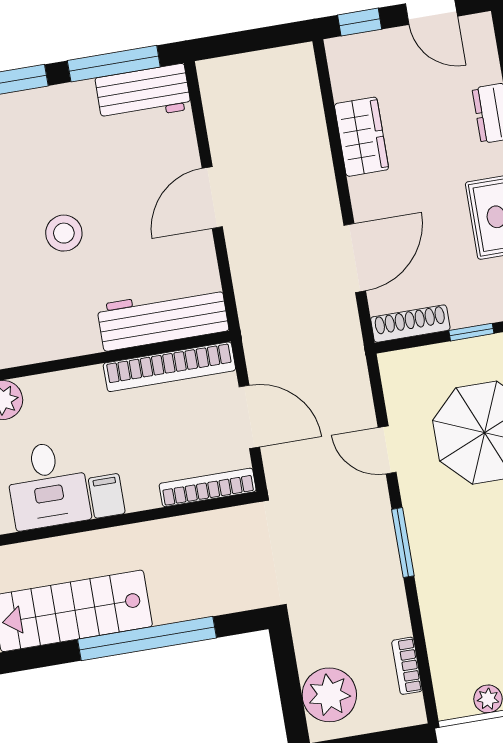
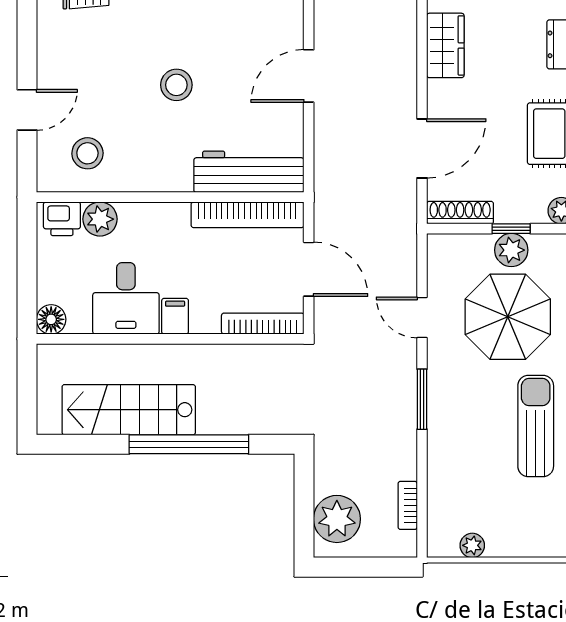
plant: (476, 356) -> (511, 250), added

